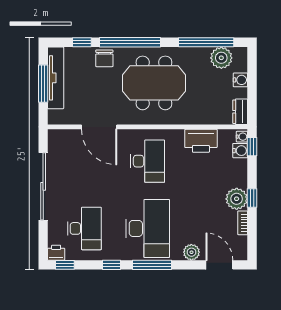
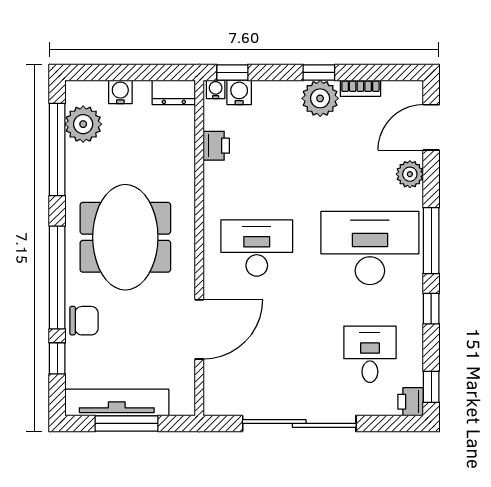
printer: (201, 141) -> (216, 146), width x0.53, depth x0.68
desk: (84, 228) -> (370, 354), width x0.73

